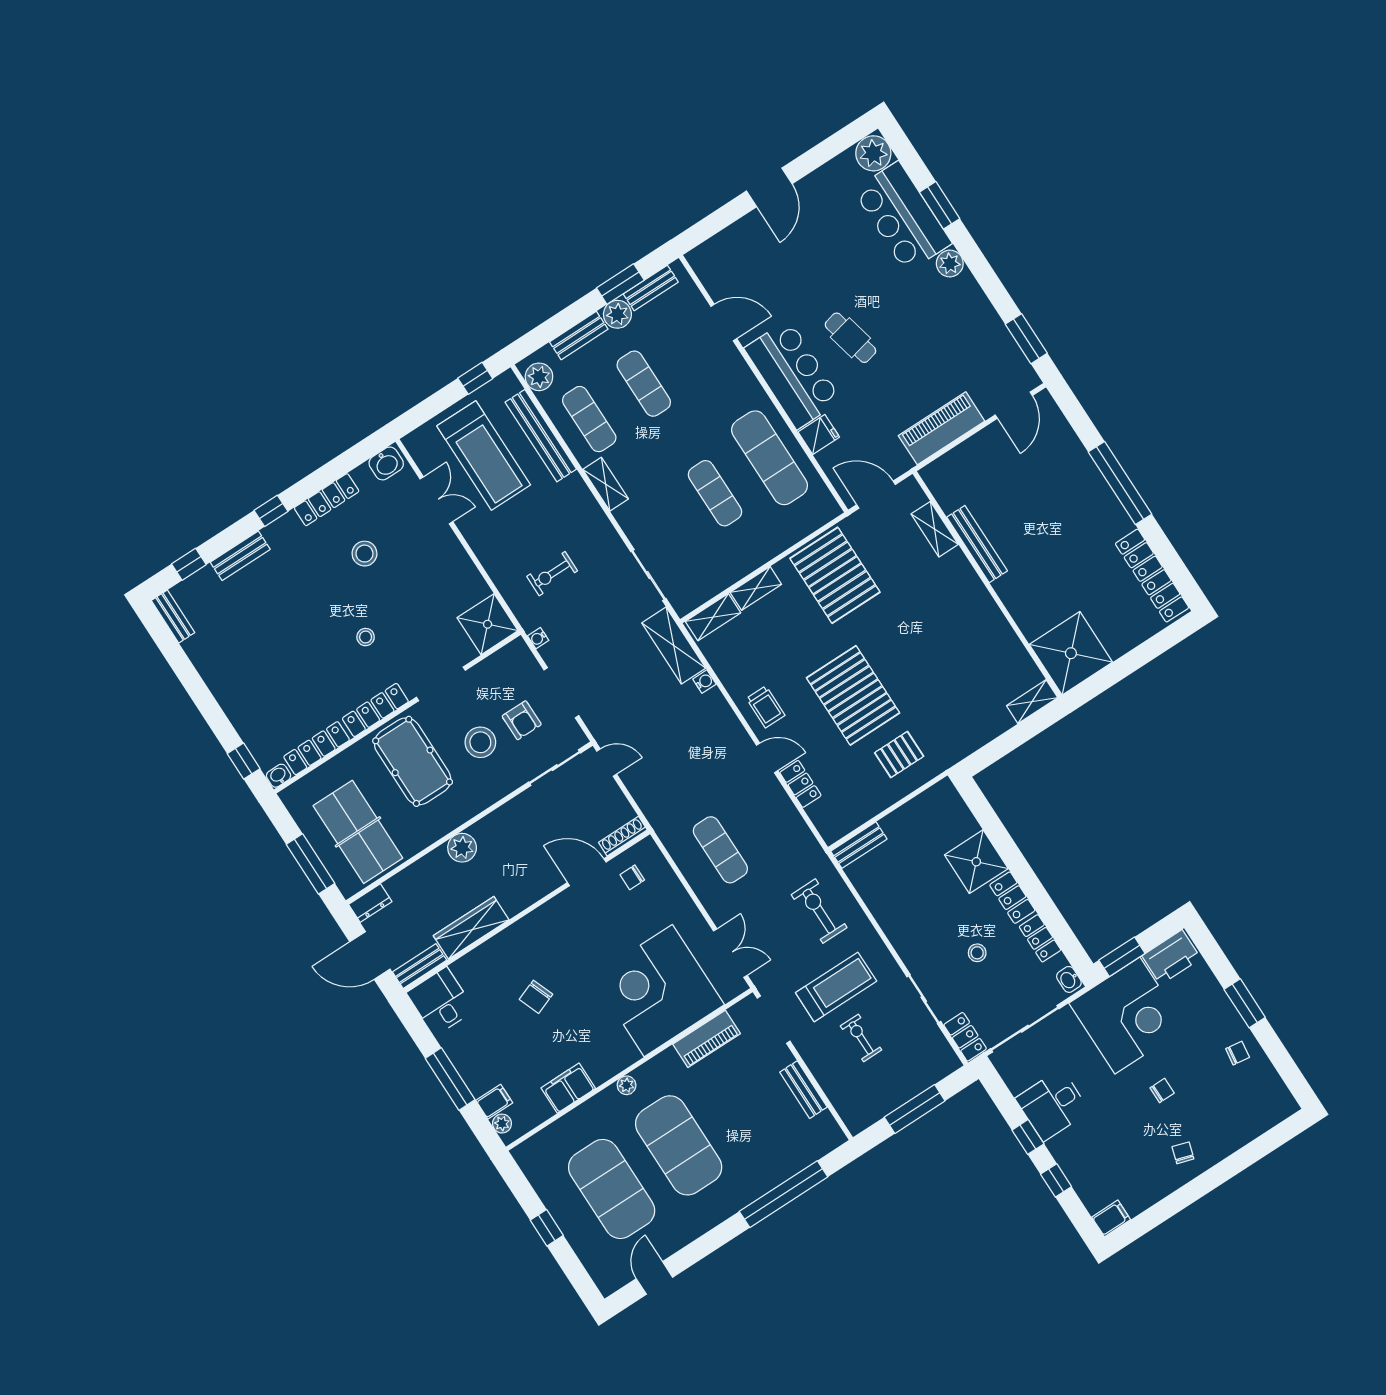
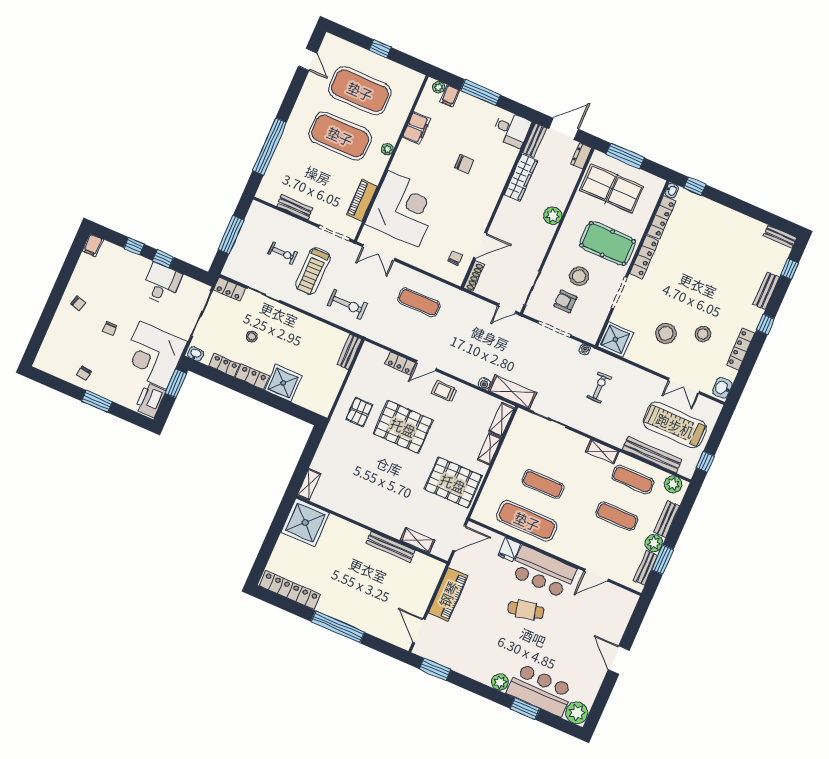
stool: (366, 637) -> (666, 333), moved, width x1.89, depth x1.89
chair: (536, 997) -> (464, 164), turned 111

